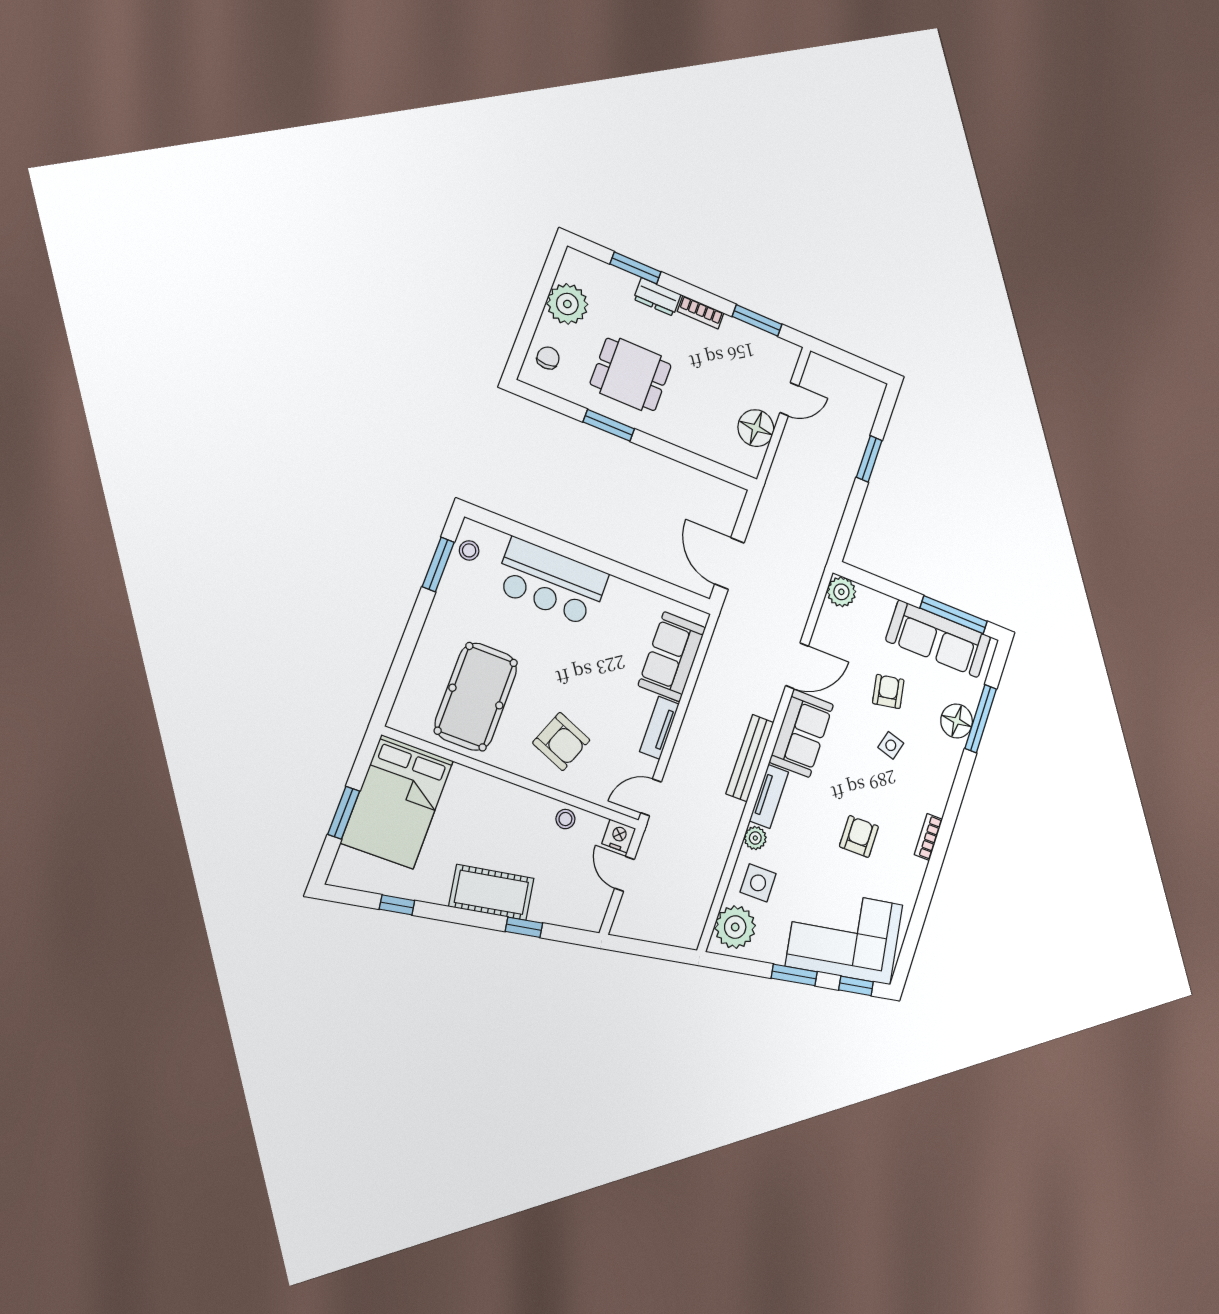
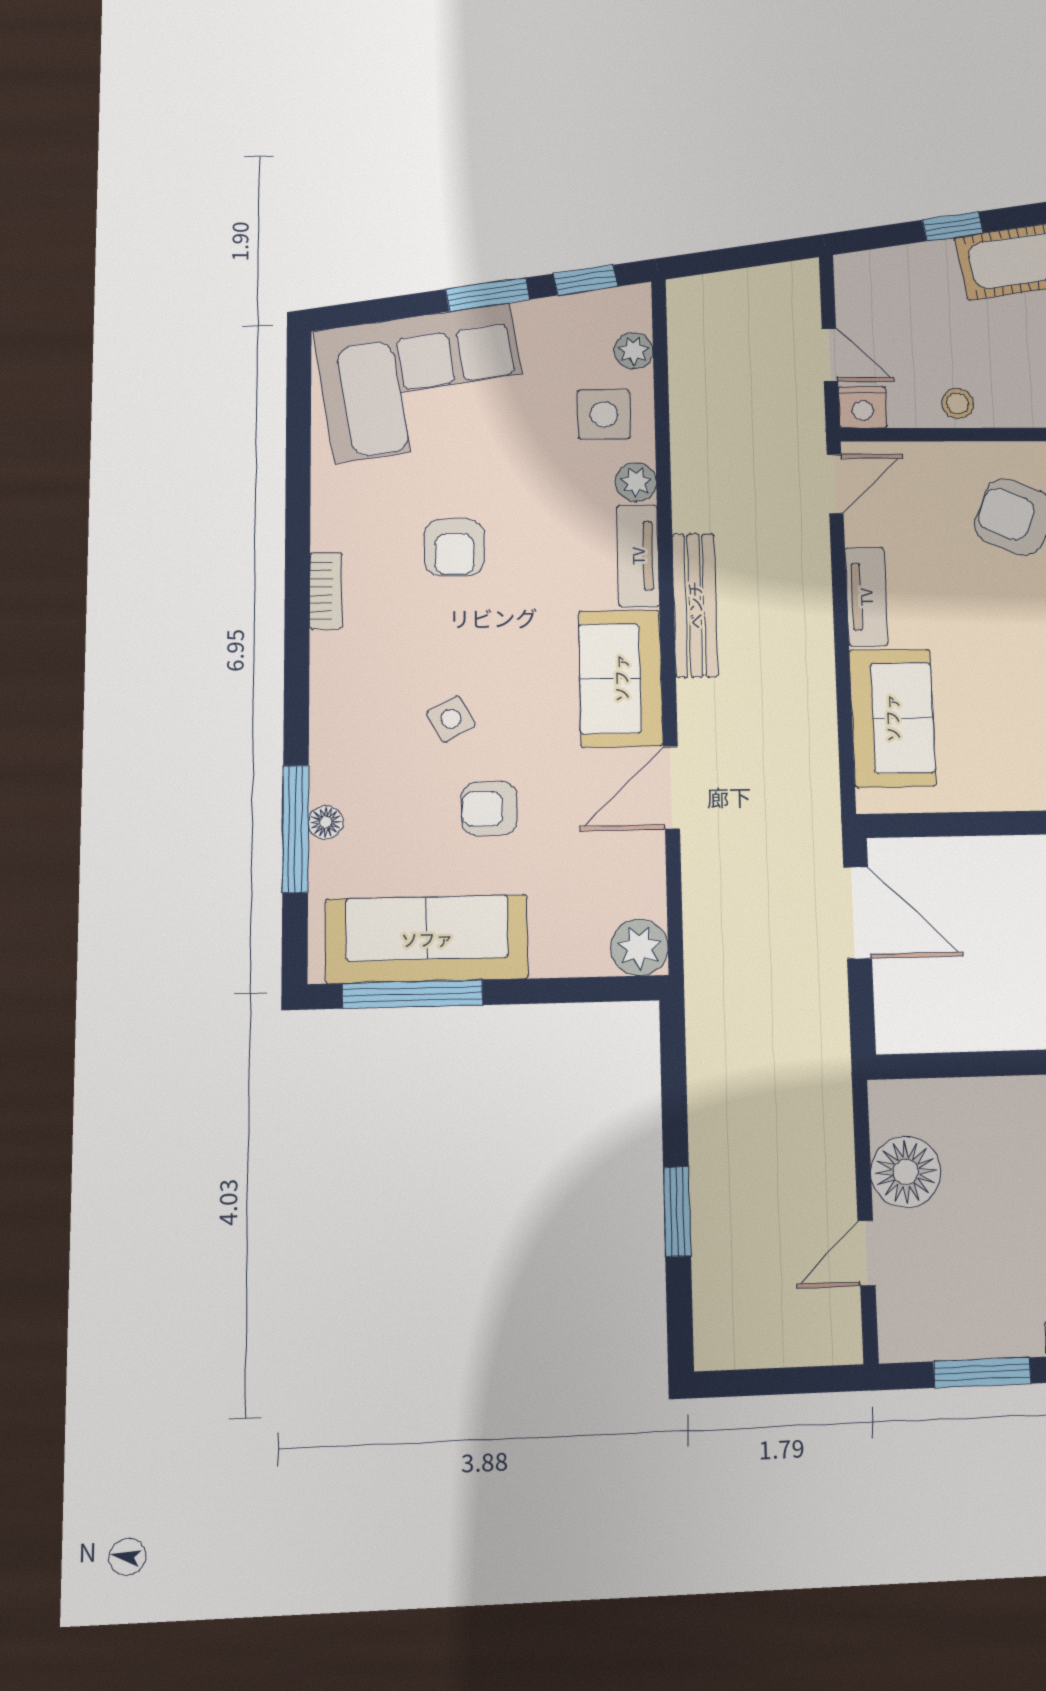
armchair: (888, 691) -> (489, 809), turned 100
floor lamp: (957, 721) -> (326, 822), width x0.53, depth x0.53
side table: (891, 745) -> (451, 719), turned 45
plant: (735, 927) -> (634, 351), width x0.53, depth x0.53
window: (856, 986) -> (586, 280), moved

